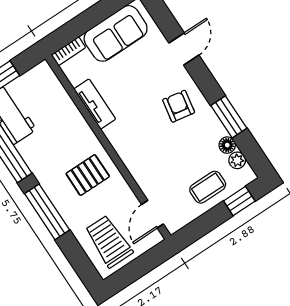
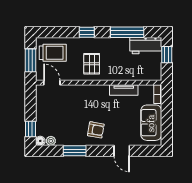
floor lamp: (227, 145) -> (40, 141), moved
coffee table: (208, 187) -> (47, 118), removed
window: (47, 212) -> (87, 32), width x0.46
window: (141, 266) -> (30, 60), added

